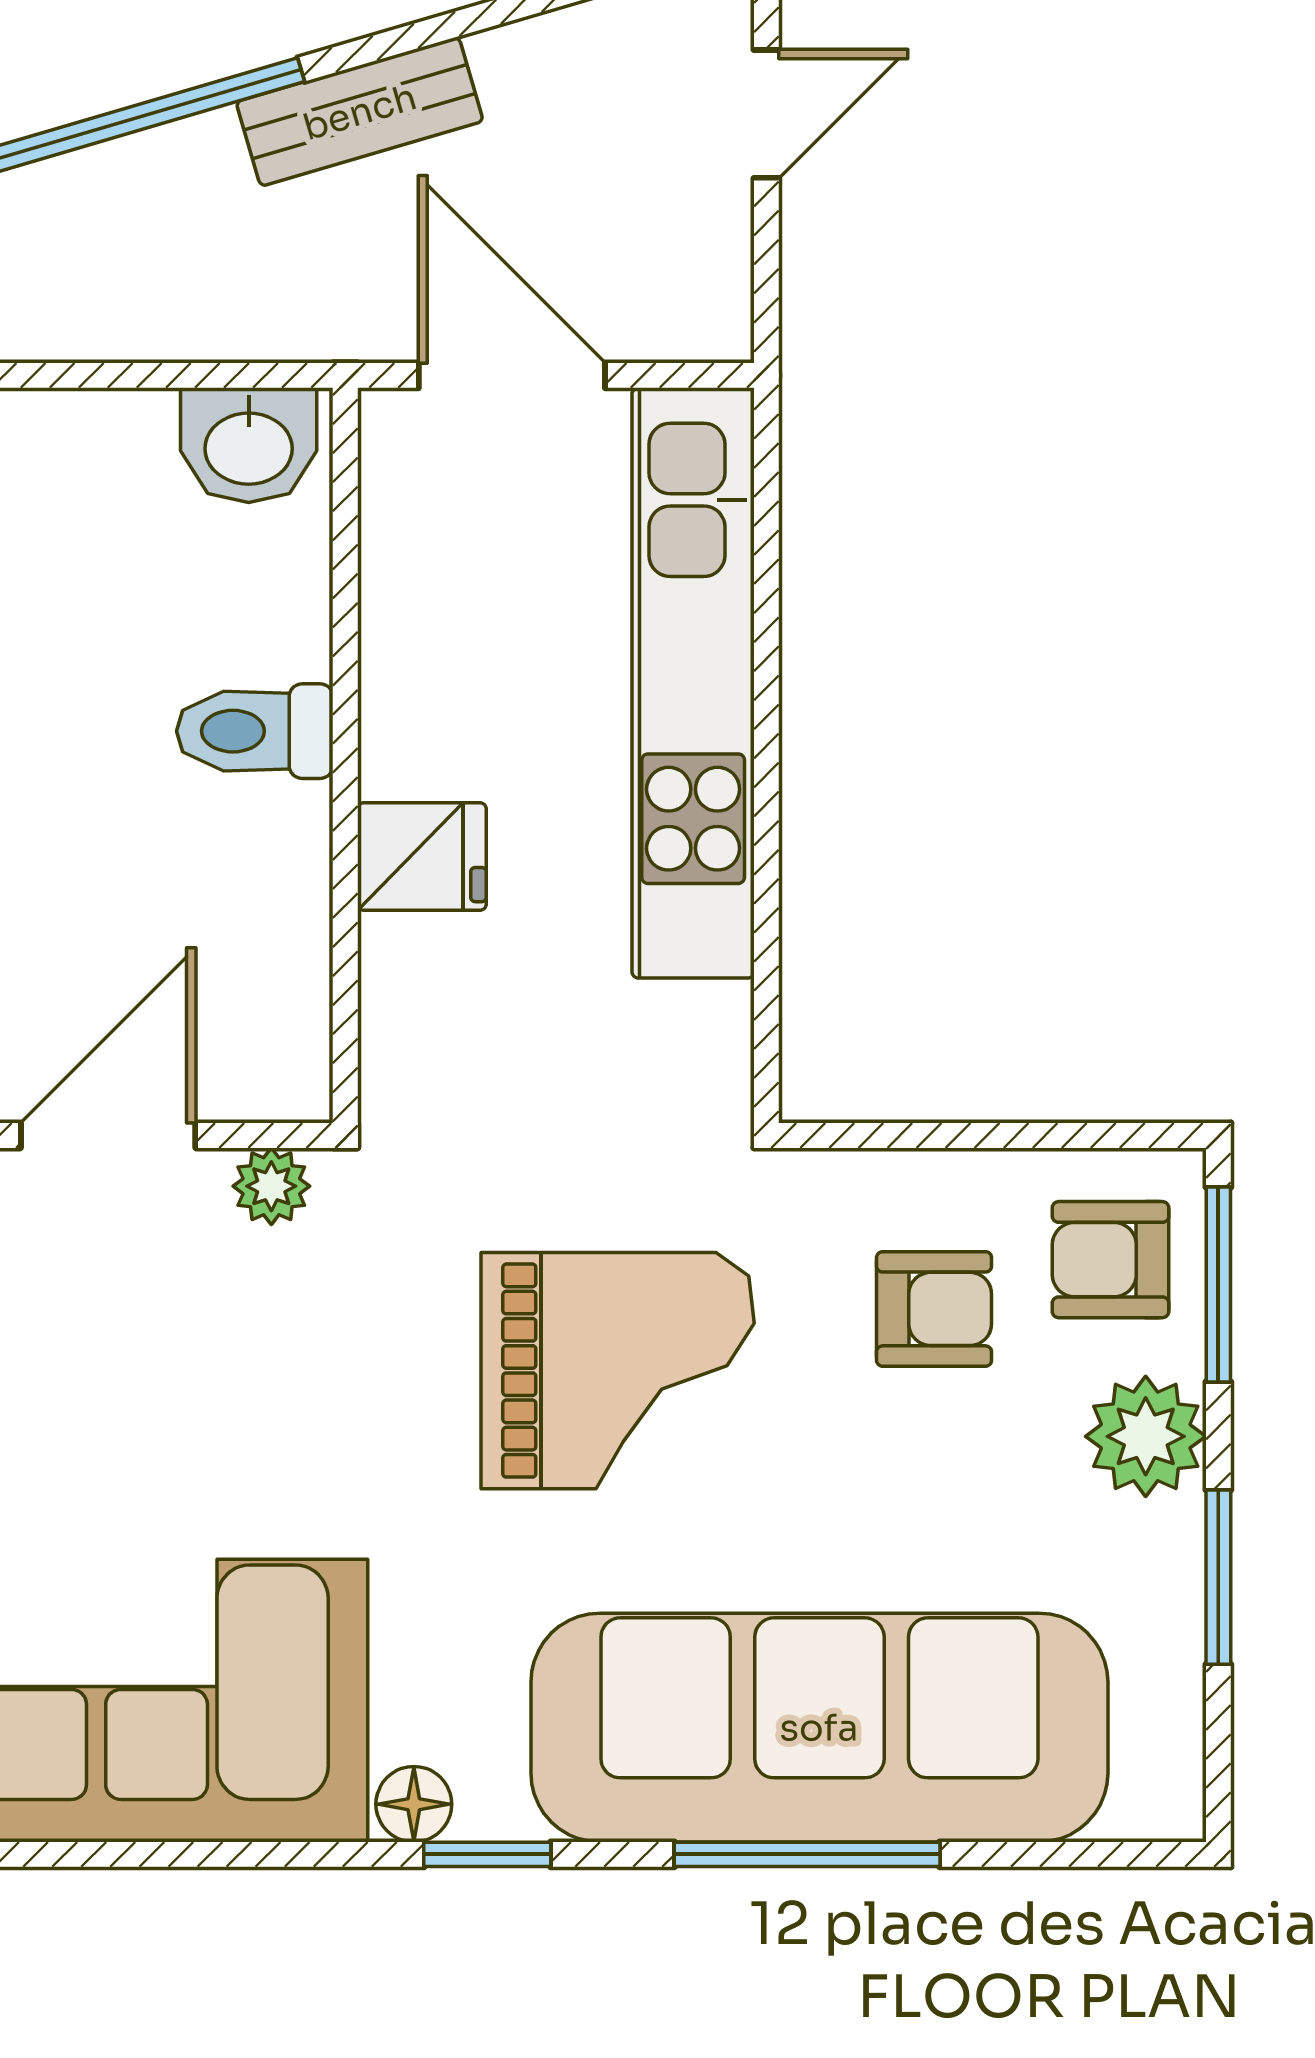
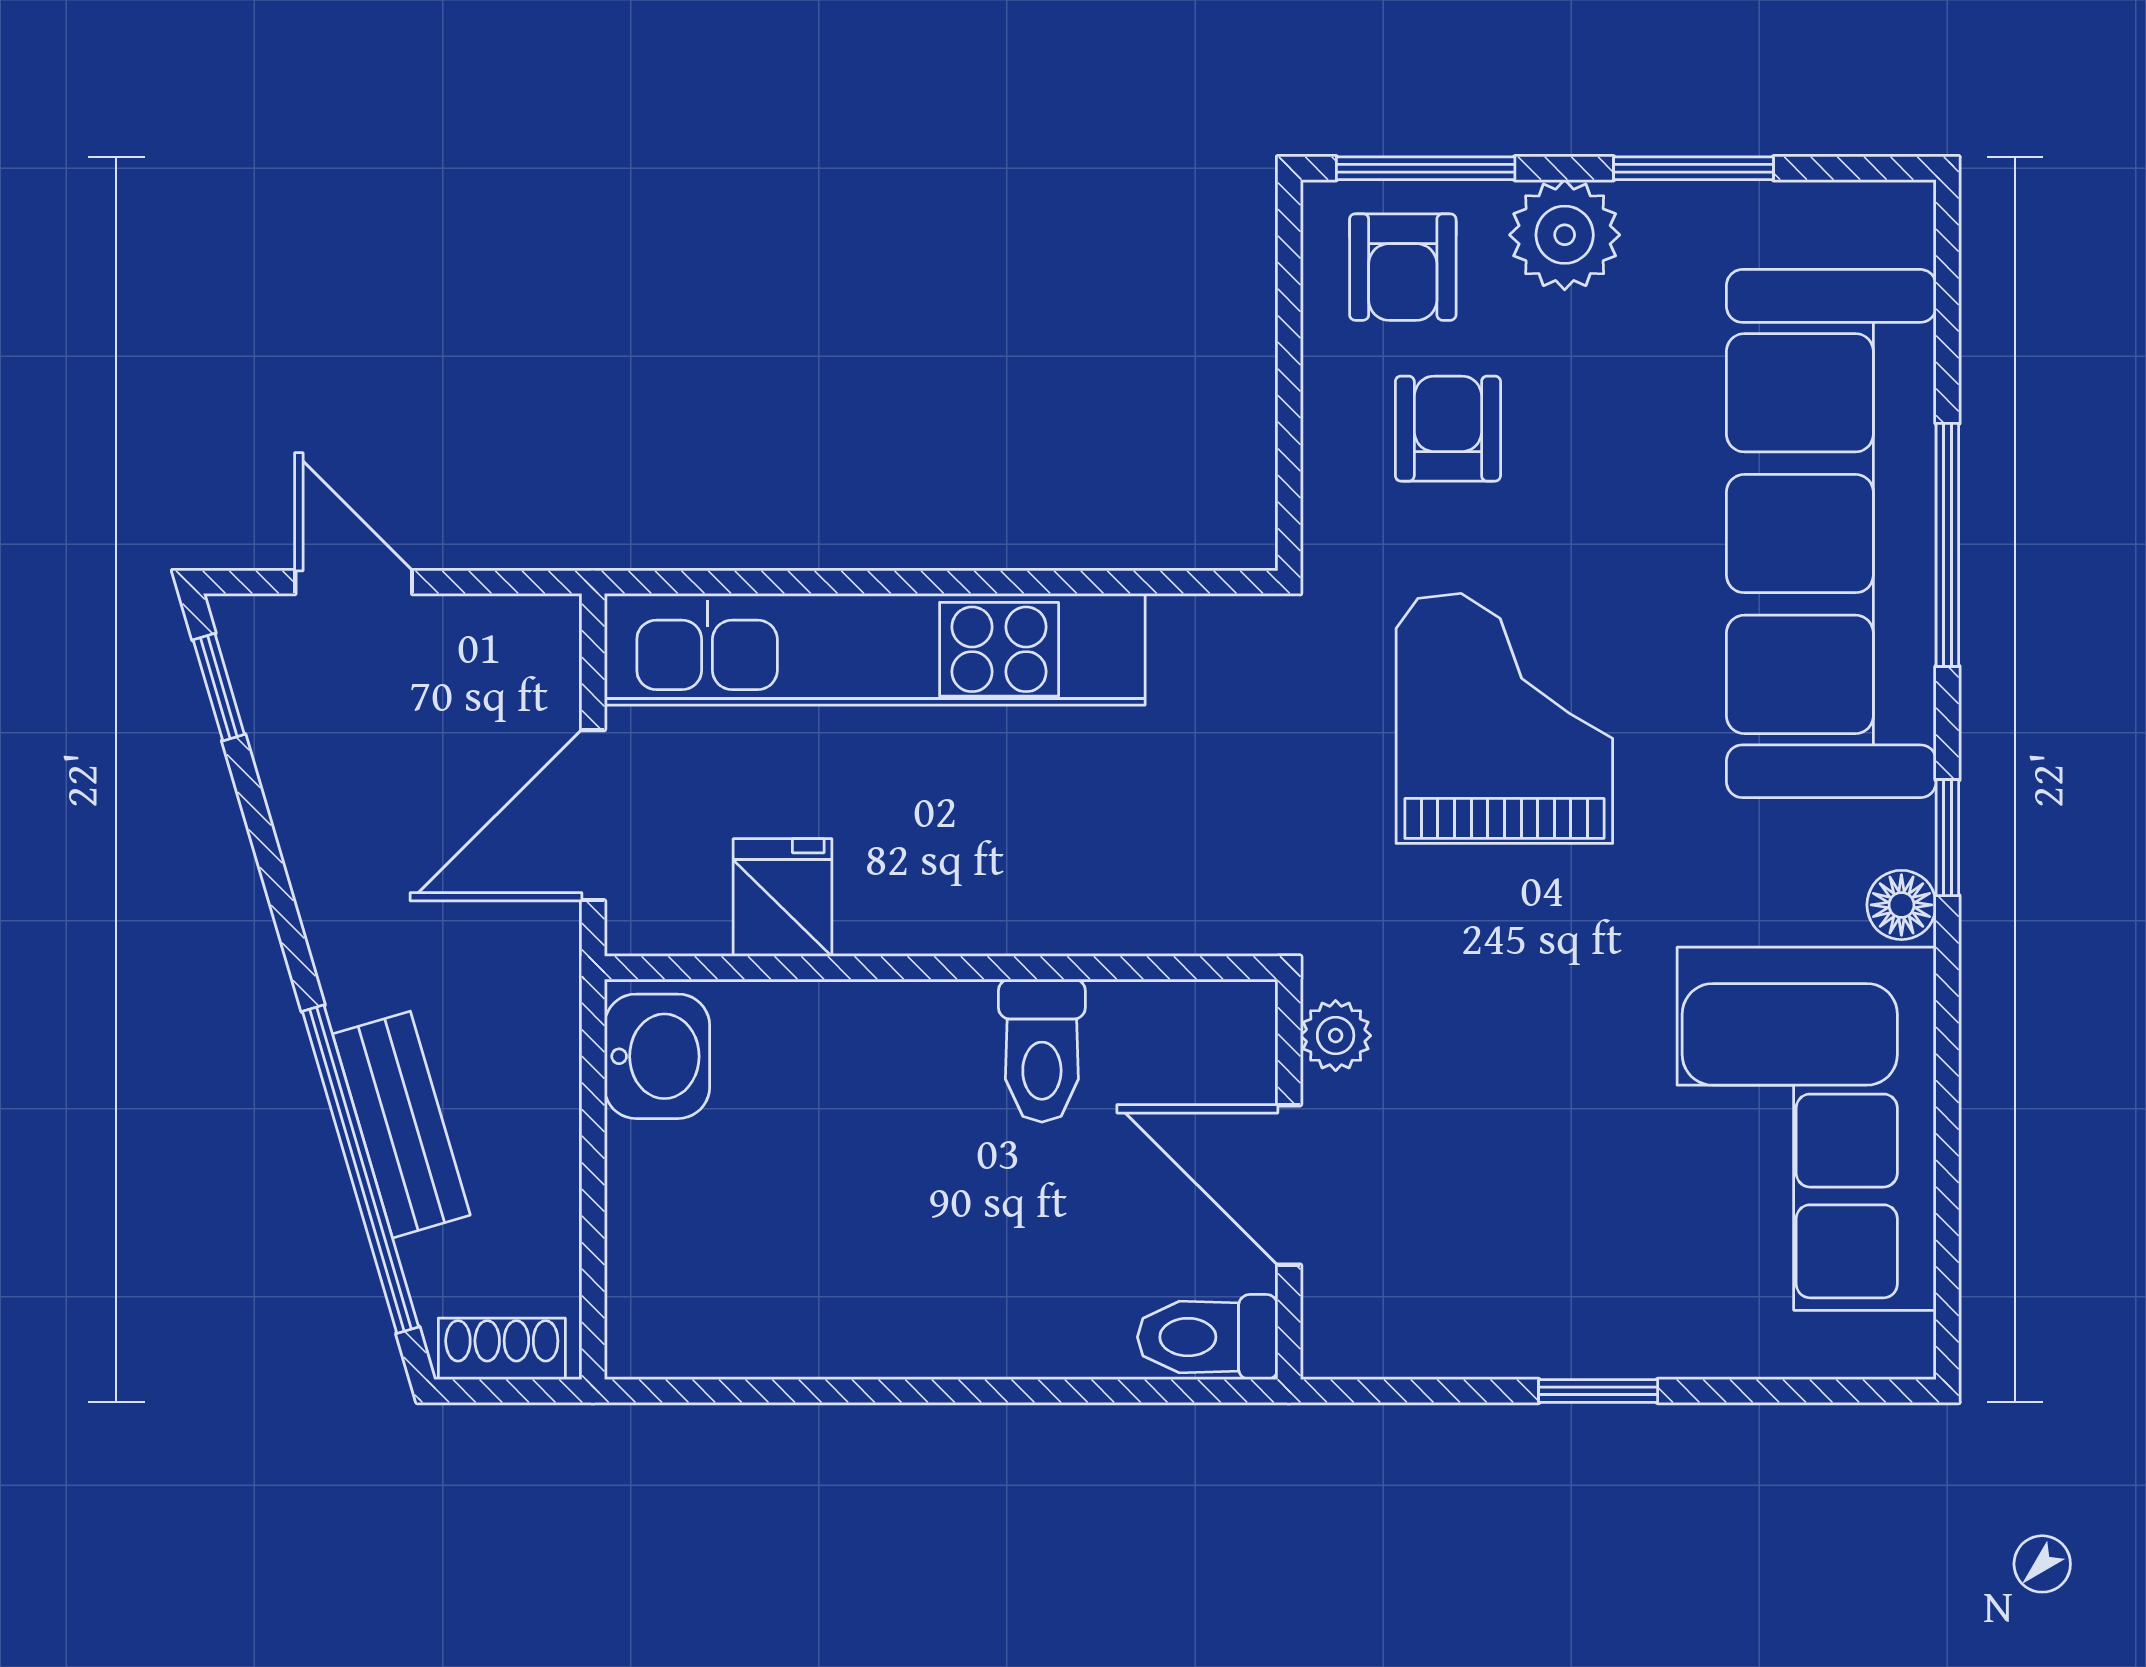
bench: (360, 112) -> (401, 1125), moved
toilet: (255, 731) -> (1042, 1051), moved
fridge: (422, 857) -> (783, 898), moved

